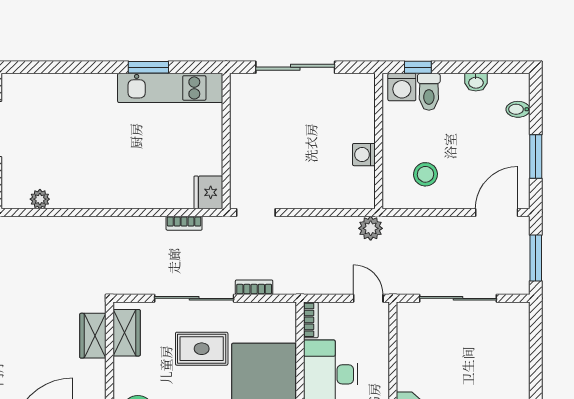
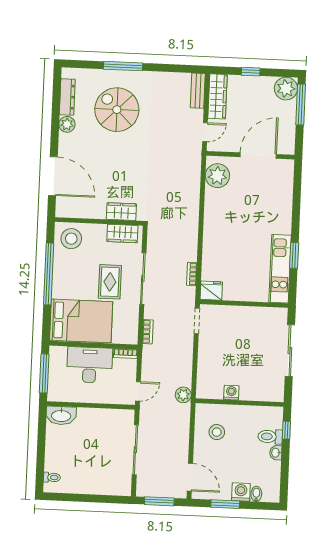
washbasin: (476, 82) -> (276, 453), moved
washing machine: (402, 87) -> (241, 492), moved, turned 90
plant: (40, 199) -> (217, 176), width x1.87, depth x1.87
bookcase: (254, 287) -> (148, 332), moved

